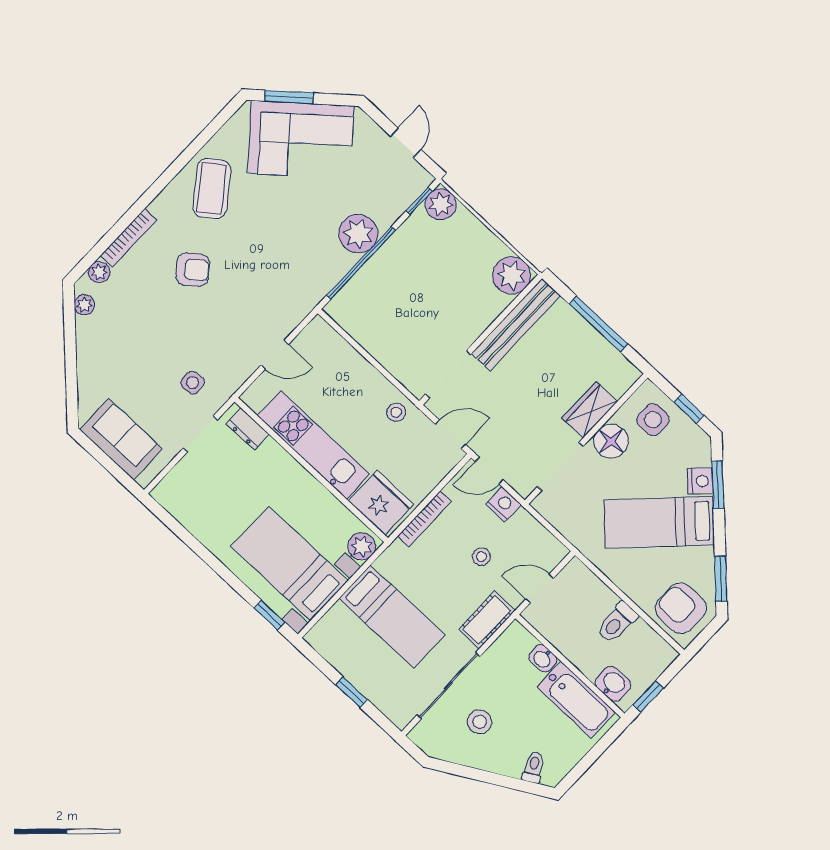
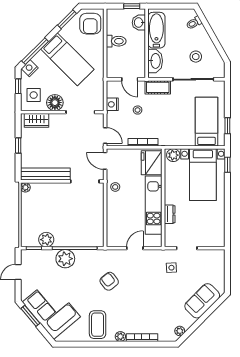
window: (289, 97) -> (30, 316), moved
coffee table: (212, 189) -> (98, 325), turned -53
plant: (441, 204) -> (46, 240), moved
armchair: (193, 270) -> (109, 281), moved
plant: (99, 272) -> (120, 336), moved
plant: (512, 275) -> (25, 187), width x0.53, depth x0.53
window: (598, 324) -> (18, 145), width x0.46
door: (275, 355) -> (135, 248), hinge flipped
wardrobe: (590, 410) -> (37, 120), moved
dresser: (248, 429) -> (170, 214), moved
sofa: (121, 439) -> (202, 301), moved, turned 45
nightstand: (700, 481) -> (30, 68), moved
window: (718, 485) -> (35, 51), width x1.44
nightstand: (503, 504) -> (112, 104), moved
bed: (392, 617) -> (207, 122), moved
washbasin: (543, 658) -> (155, 61), width x1.91, depth x1.45
window: (352, 692) -> (227, 126), moved

